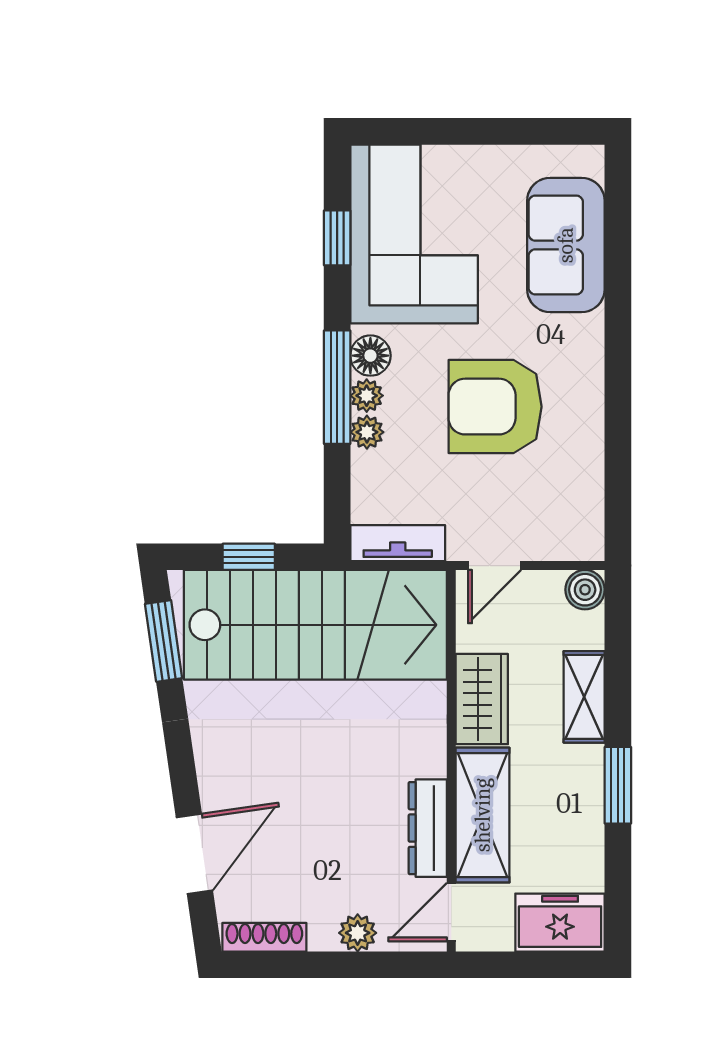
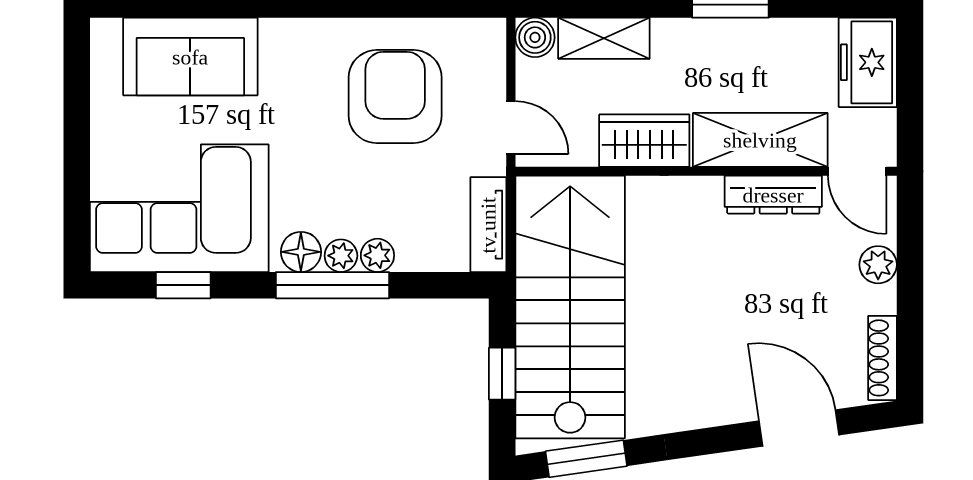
armchair: (495, 407) -> (395, 97), moved, turned 180
shelving: (584, 697) -> (604, 38), moved

